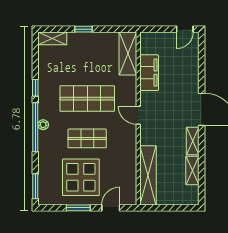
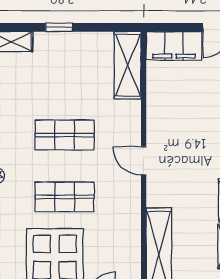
filing cabinet: (149, 73) -> (174, 46), moved, turned 90
shop shelf: (87, 99) -> (65, 135), width x0.70, depth x0.74

